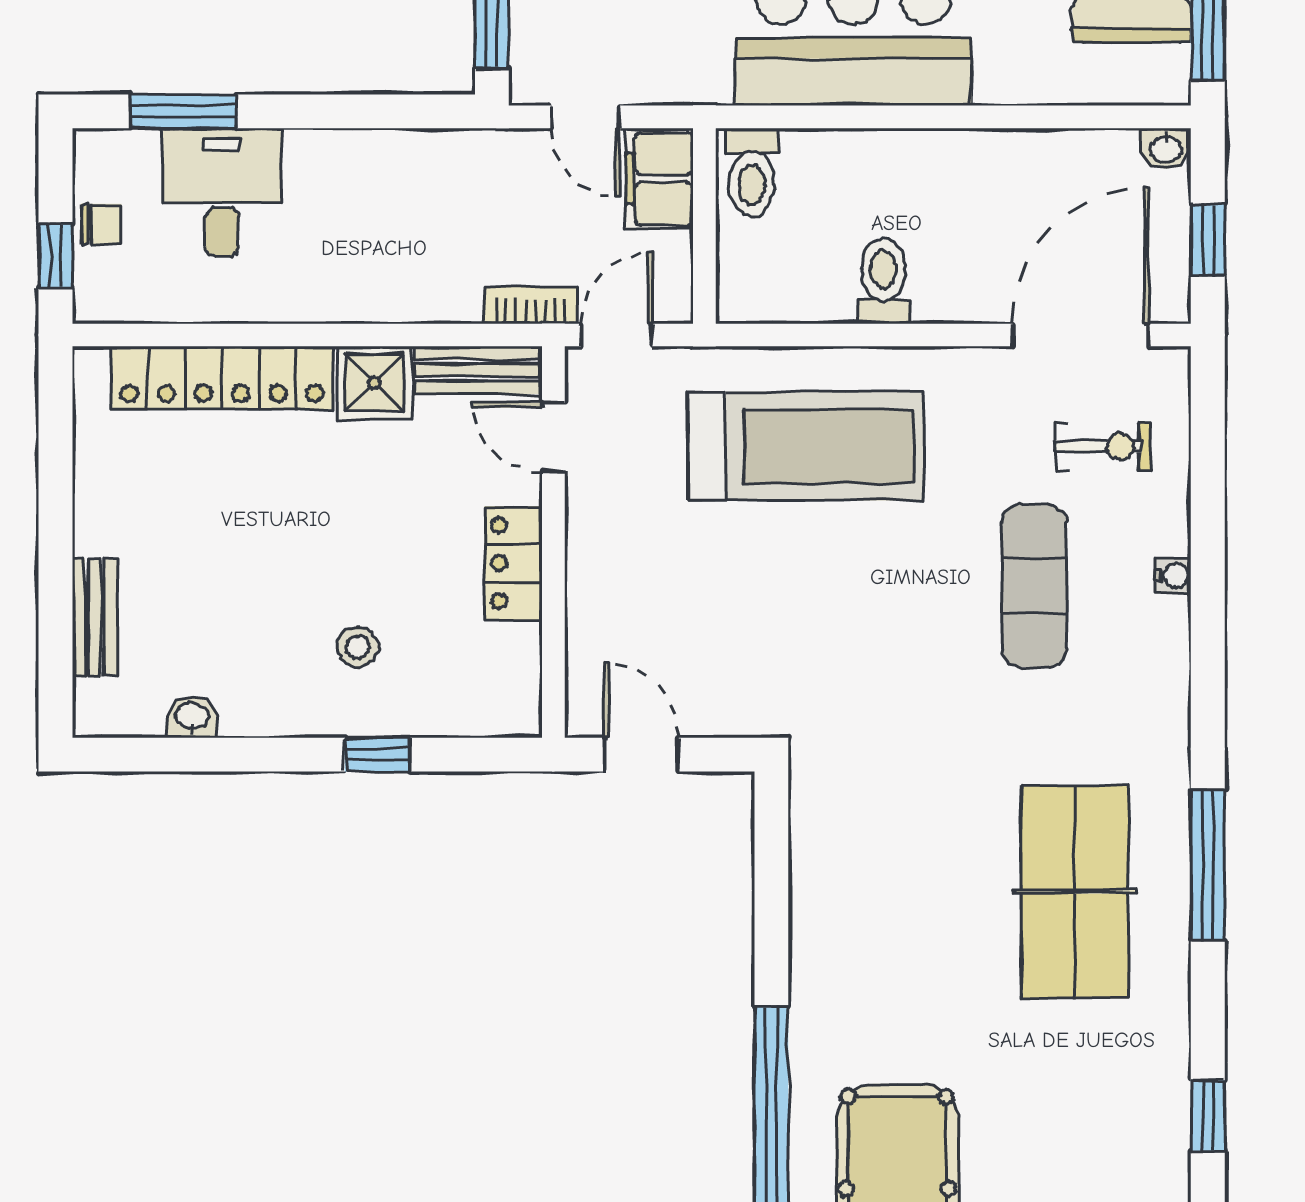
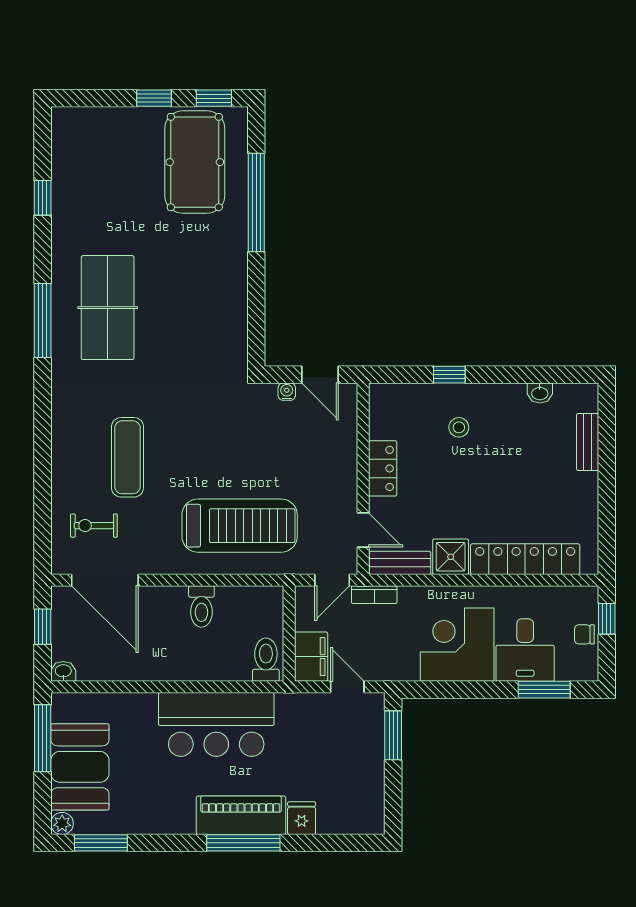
corner desk: (361, 203) -> (457, 645), added
door: (1081, 335) -> (105, 580), hinge flipped
treadmill: (806, 446) -> (240, 526), turned 180
water cooler: (1173, 576) -> (287, 392), moved, turned 90

